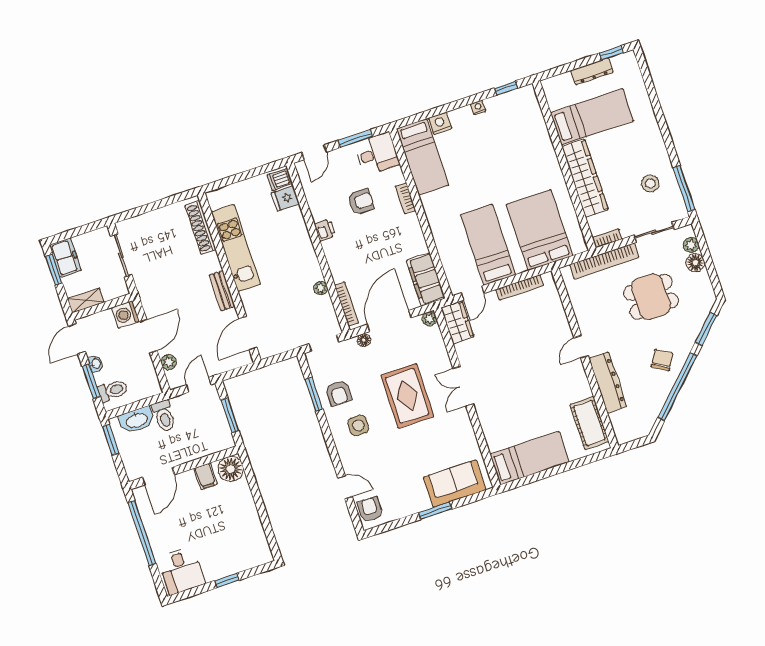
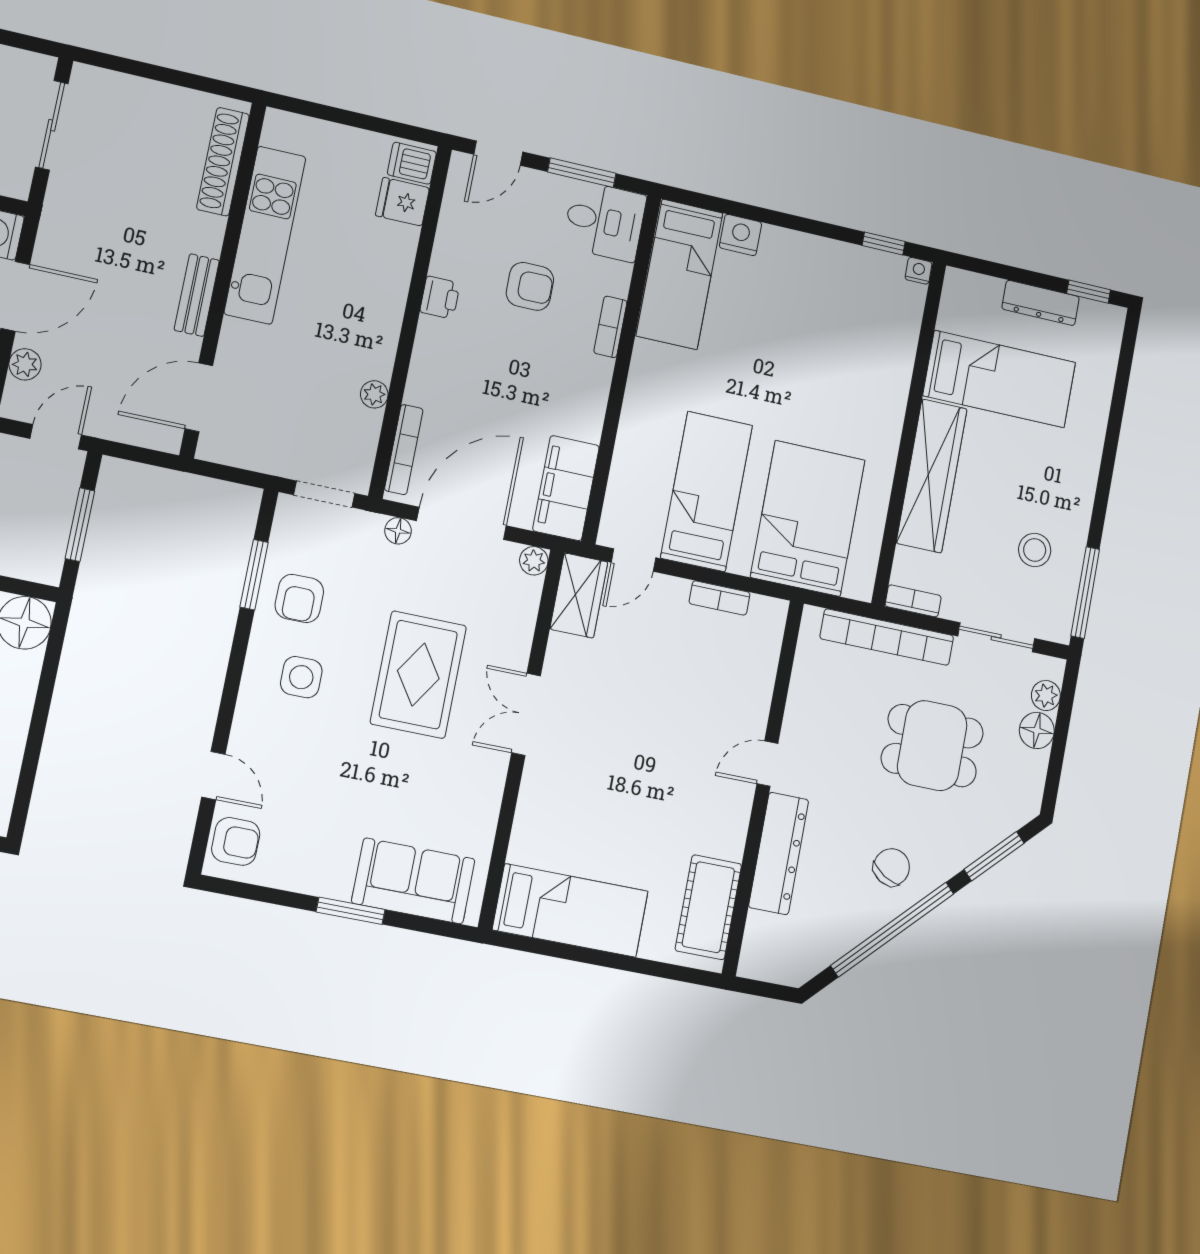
nightstand: (478, 108) -> (919, 271), moved
bookcase: (520, 287) -> (719, 598), width x0.64
armchair: (370, 509) -> (236, 841), turned 90

